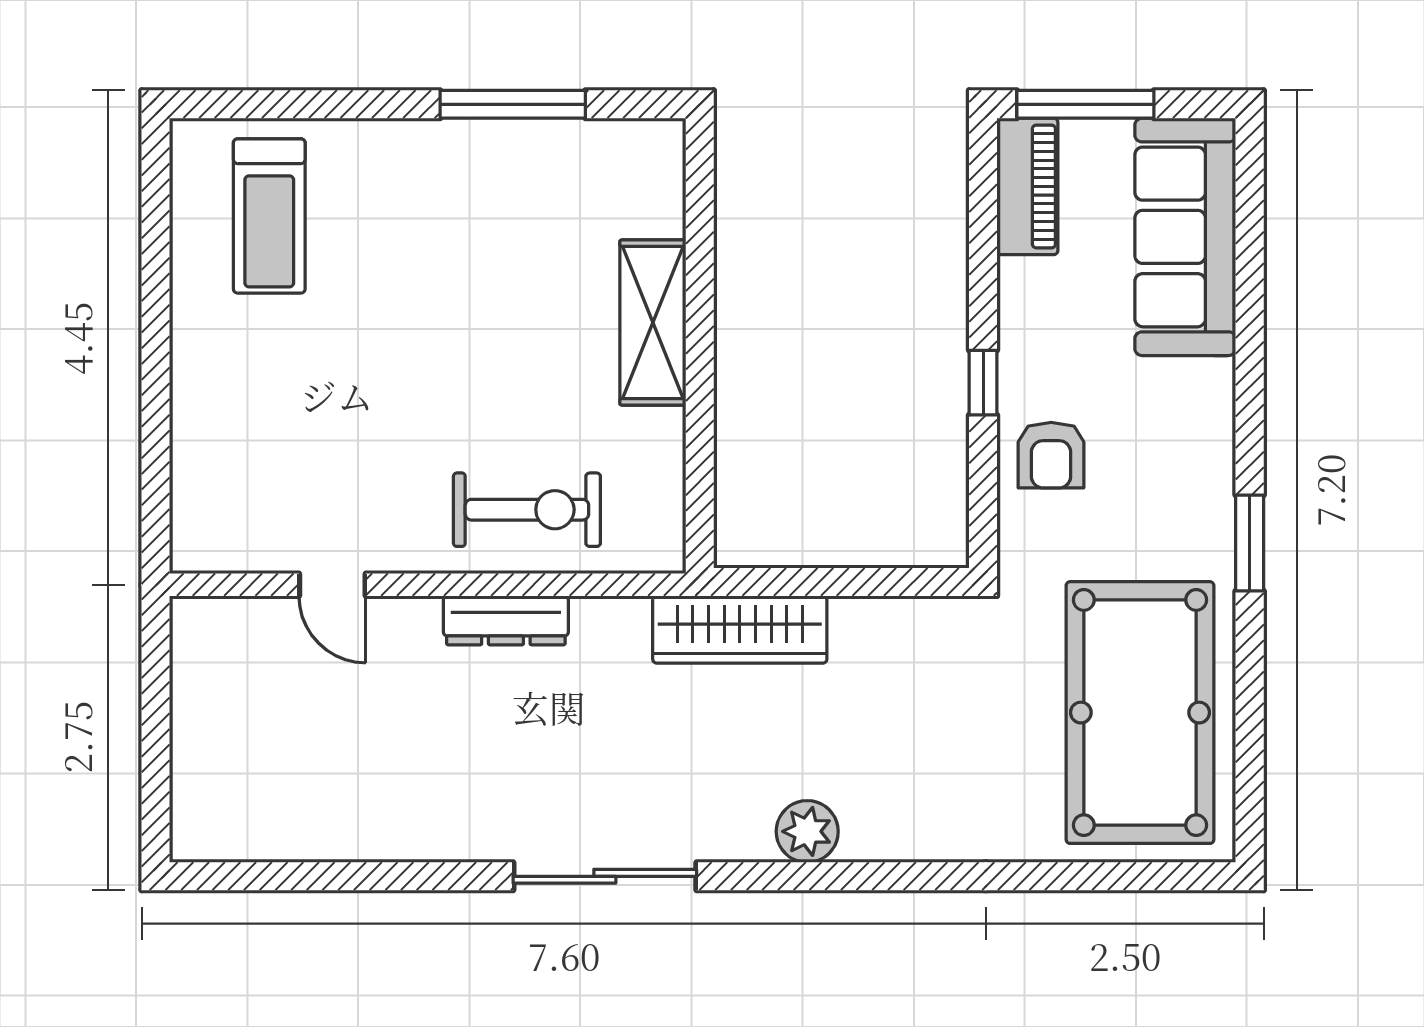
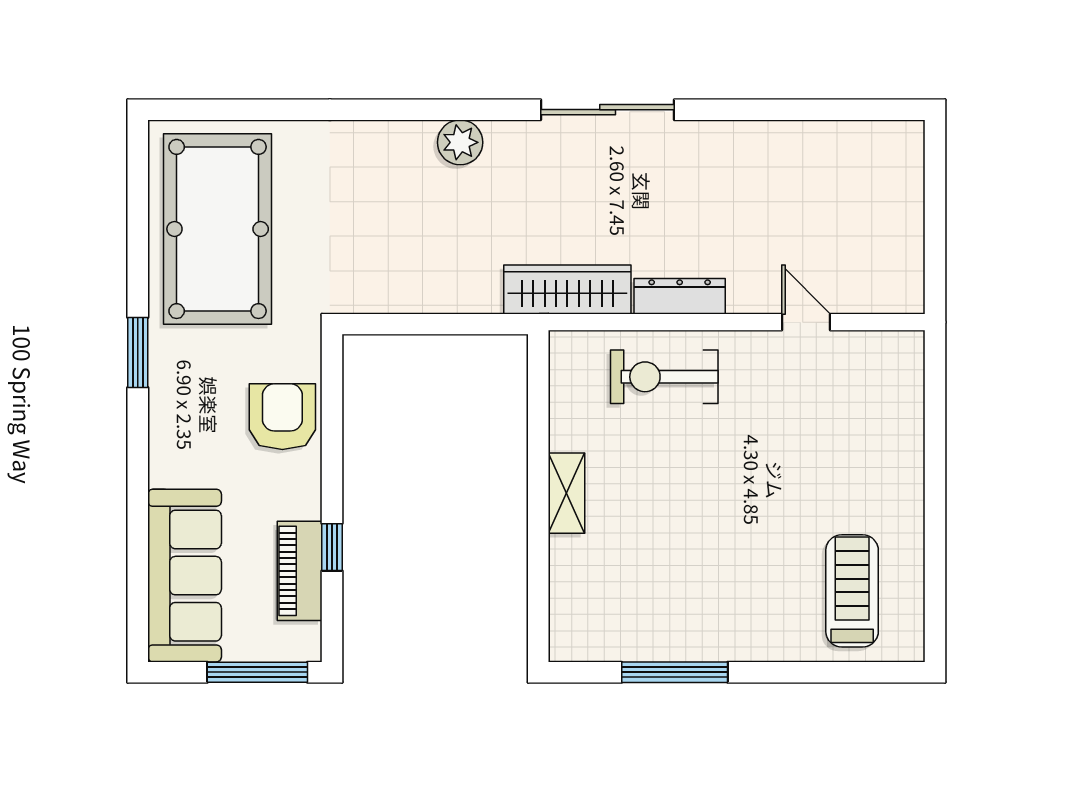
piano: (1027, 186) -> (300, 571), moved
shelving: (653, 323) -> (567, 493), width x0.67, depth x0.75
window: (983, 383) -> (332, 547), moved
armchair: (1051, 455) -> (282, 417), width x1.38, depth x1.38
wardrobe: (740, 630) -> (567, 289), moved

